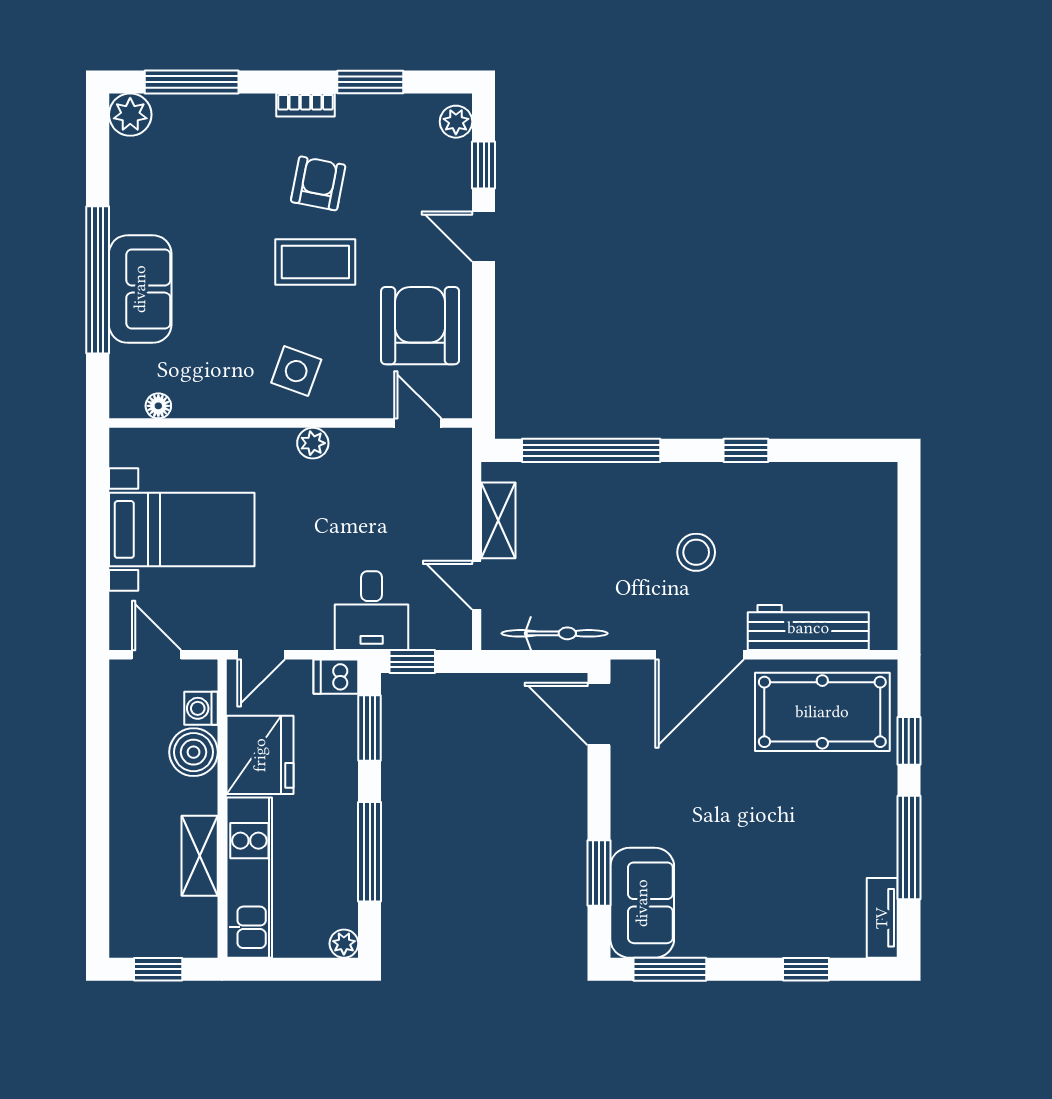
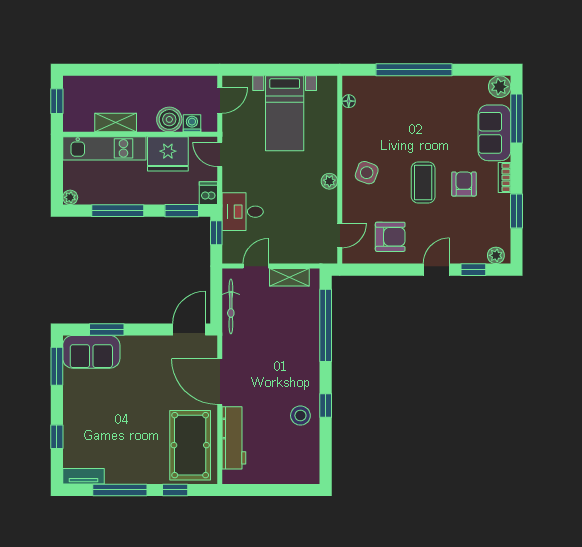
armchair: (318, 183) -> (464, 184), turned -101
sofa: (140, 289) -> (494, 133), moved, turned 90
armchair: (420, 326) -> (390, 237), width x0.73, depth x0.73
stool: (696, 552) -> (300, 416), moved

